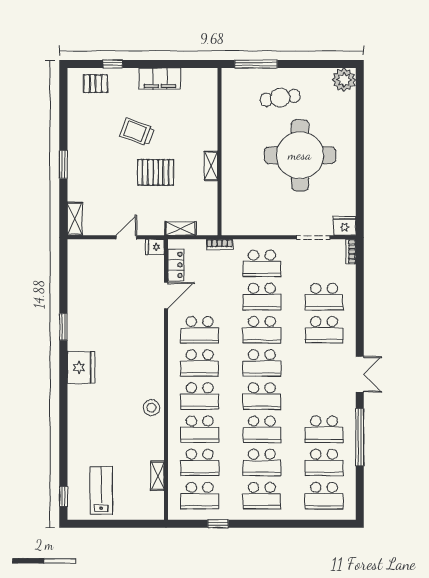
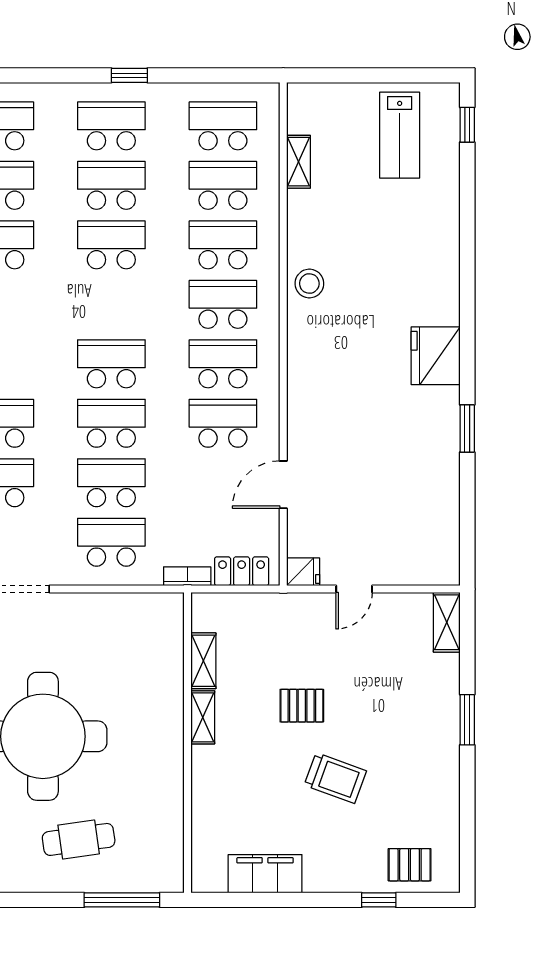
filing cabinet: (160, 79) -> (265, 874), moved
pallet: (156, 172) -> (302, 706), width x0.67, depth x0.71
shelving: (180, 228) -> (203, 661), moved, turned 90
locker: (176, 265) -> (242, 571), moved, turned 90
school desk: (262, 396) -> (111, 304), removed
window: (218, 524) -> (129, 75), moved

